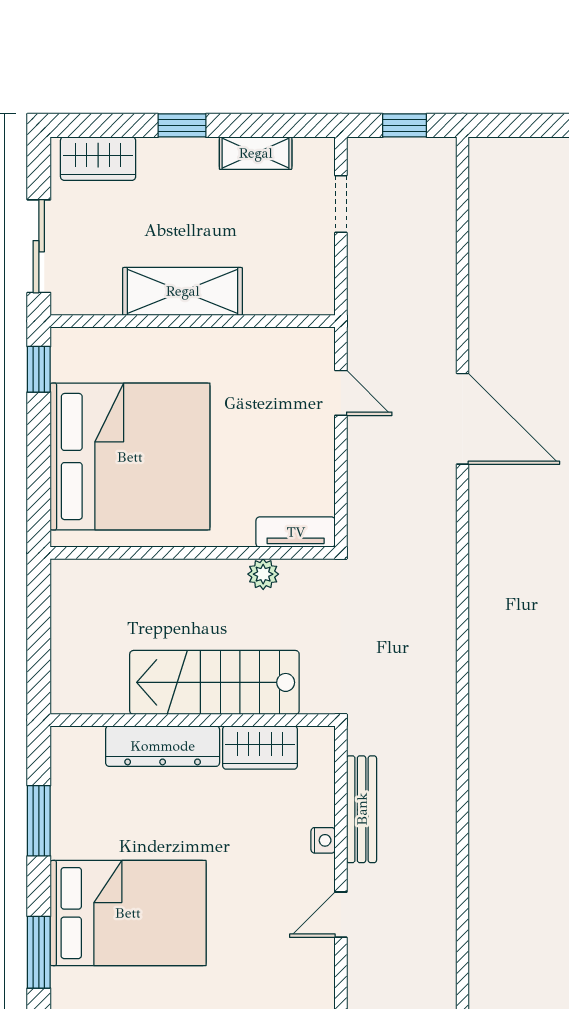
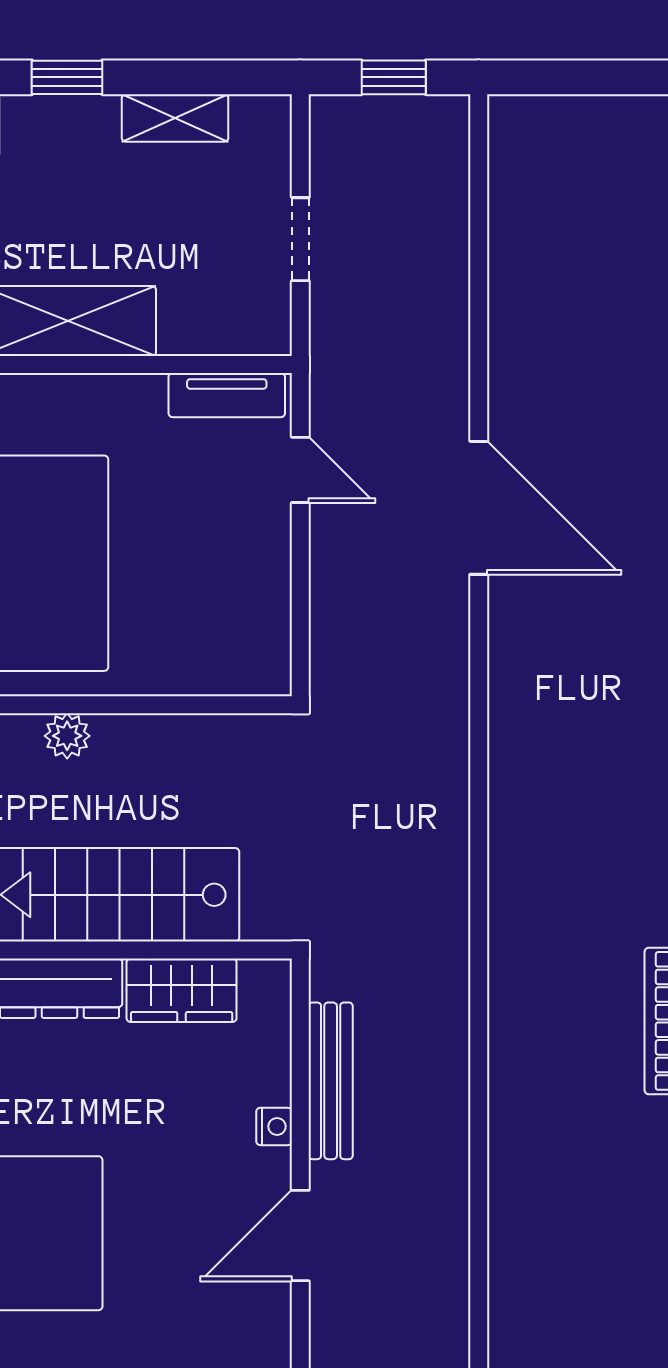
doorway: (341, 204) -> (300, 239), moved
tv unit: (296, 532) -> (227, 395), moved, turned 180
plant: (263, 574) -> (67, 736), moved
door: (341, 915) -> (300, 1236), width x1.38

